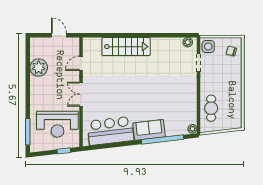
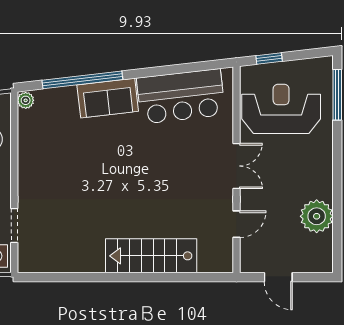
plant: (188, 42) -> (34, 264), removed

